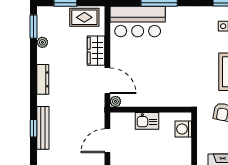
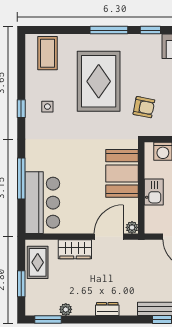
dresser: (43, 79) -> (107, 309), width x0.70
booth: (164, 93) -> (122, 173), added

